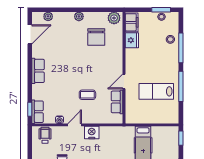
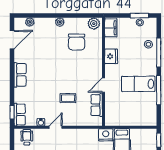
fridge: (132, 40) -> (111, 56), moved
lab bench: (156, 91) -> (138, 84), moved
nightstand: (92, 133) -> (106, 135), moved

